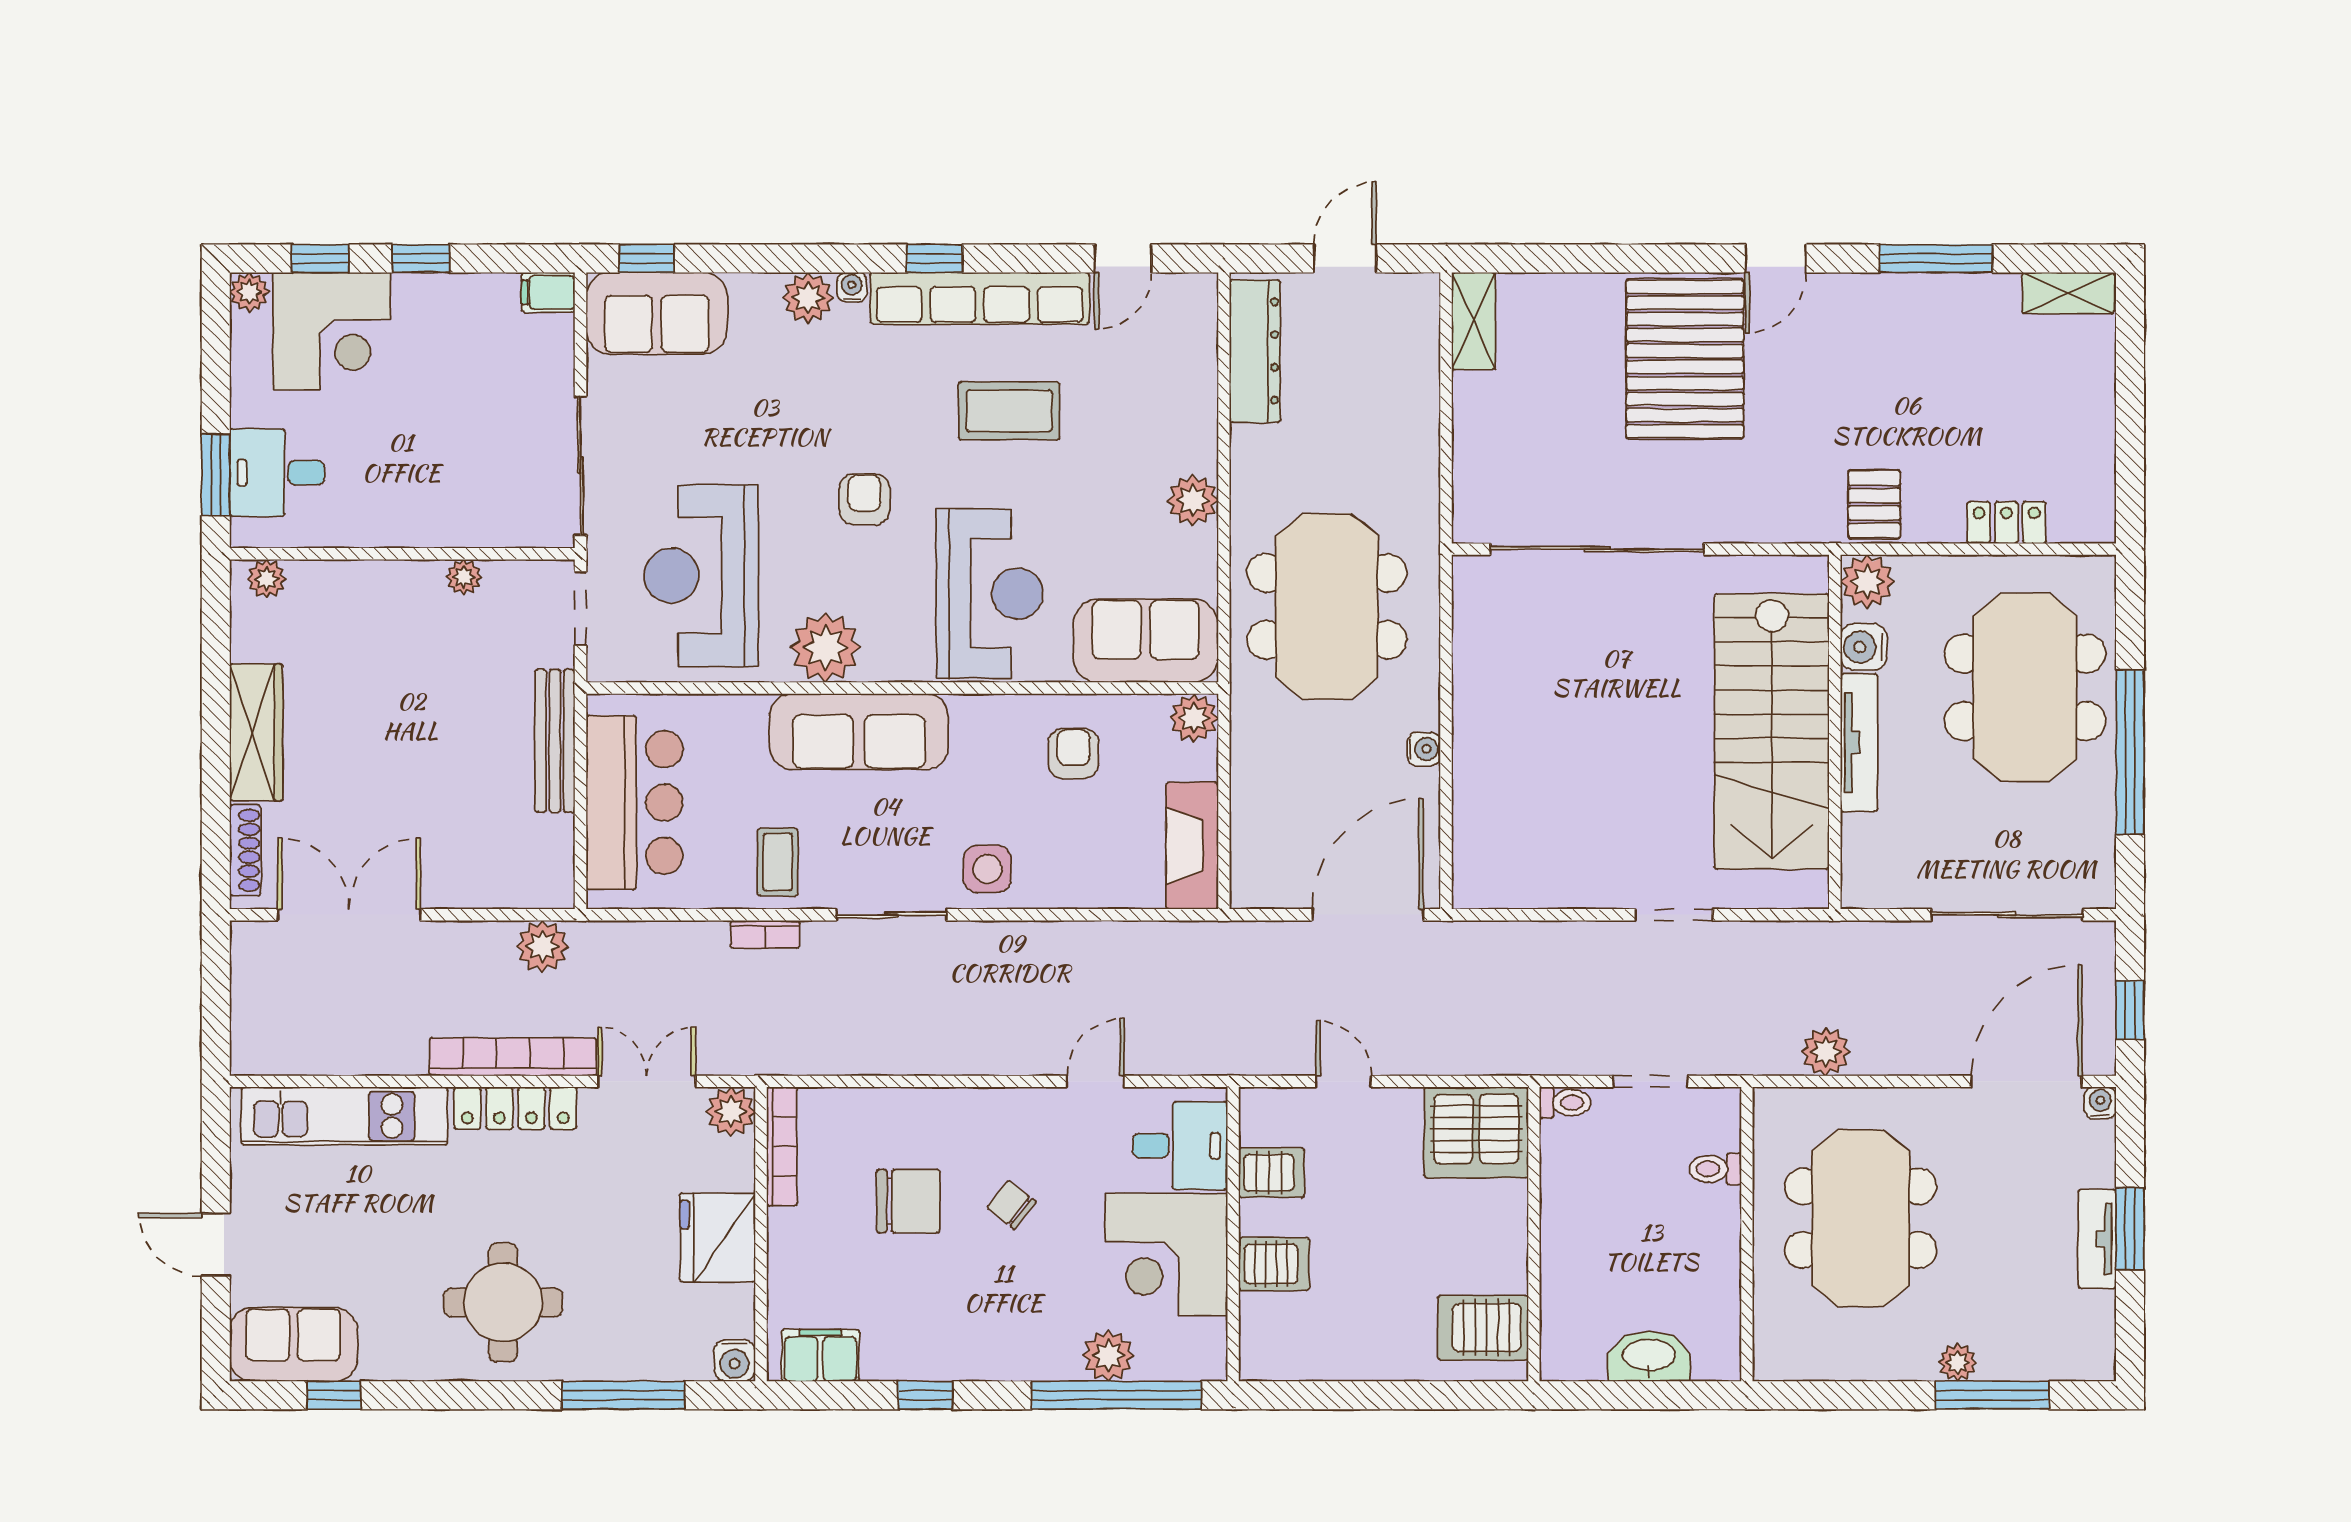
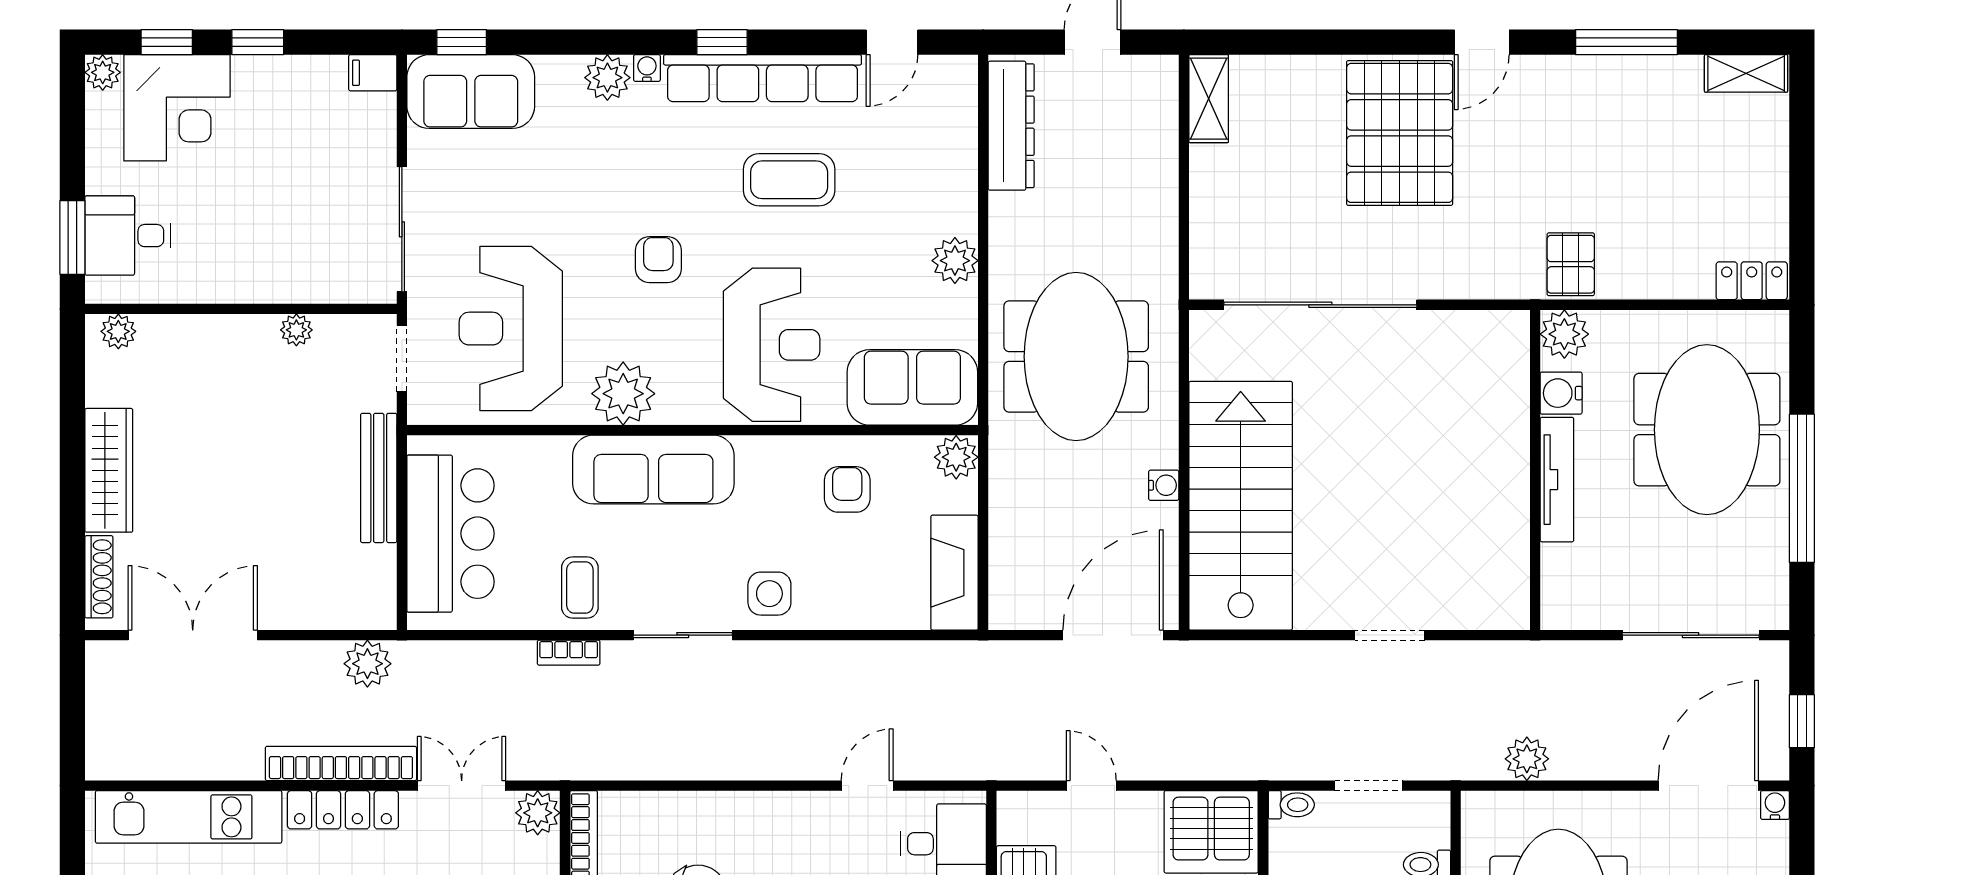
locker: (2007, 523) -> (1752, 281), moved
stairs: (1772, 731) -> (1241, 506), moved, turned 180

